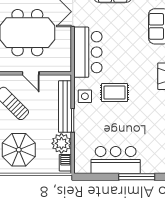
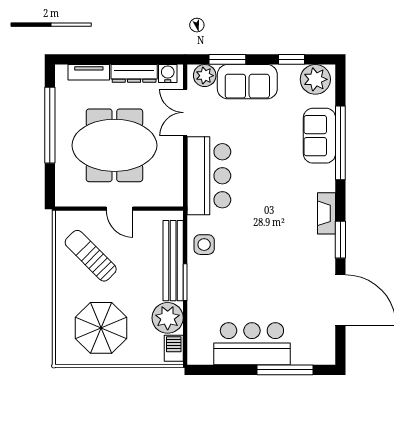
rug: (115, 93) -> (250, 239), removed

